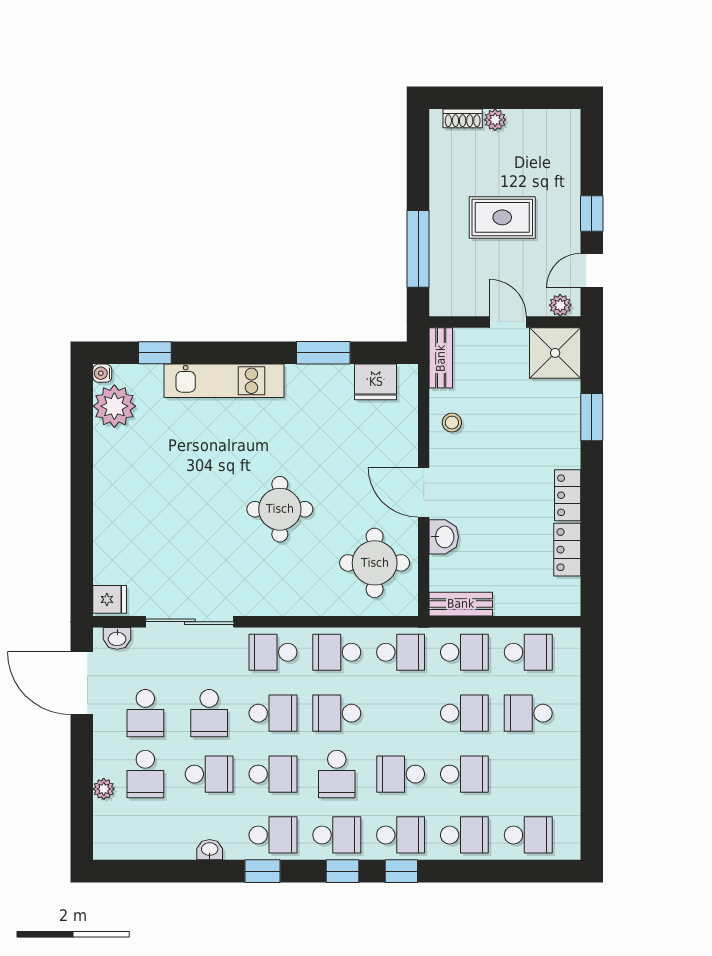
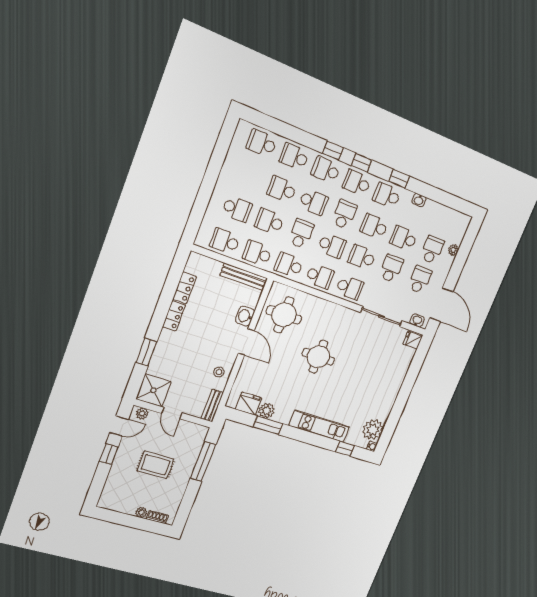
plant: (337, 379) -> (267, 411), added
bench: (461, 604) -> (244, 277), width x1.36
school desk: (401, 713) -> (301, 234), added

